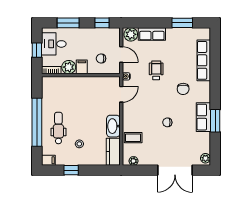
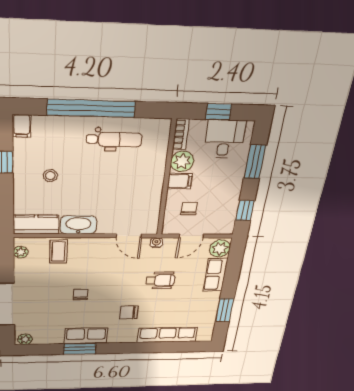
dental chair: (58, 128) -> (114, 140), moved

